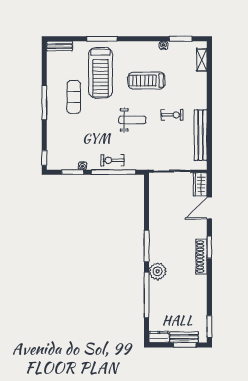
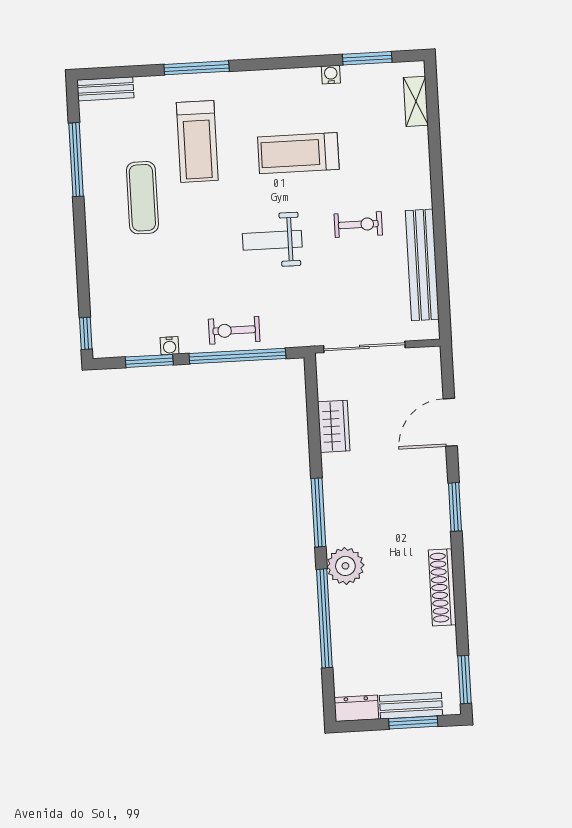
treadmill: (100, 73) -> (197, 141), width x0.73, depth x0.73
window: (44, 103) -> (76, 160), moved
weight bench: (132, 120) -> (272, 240), turned 180
wardrobe: (200, 184) -> (334, 426), moved, turned 180
shoe rack: (201, 257) -> (442, 587), moved

